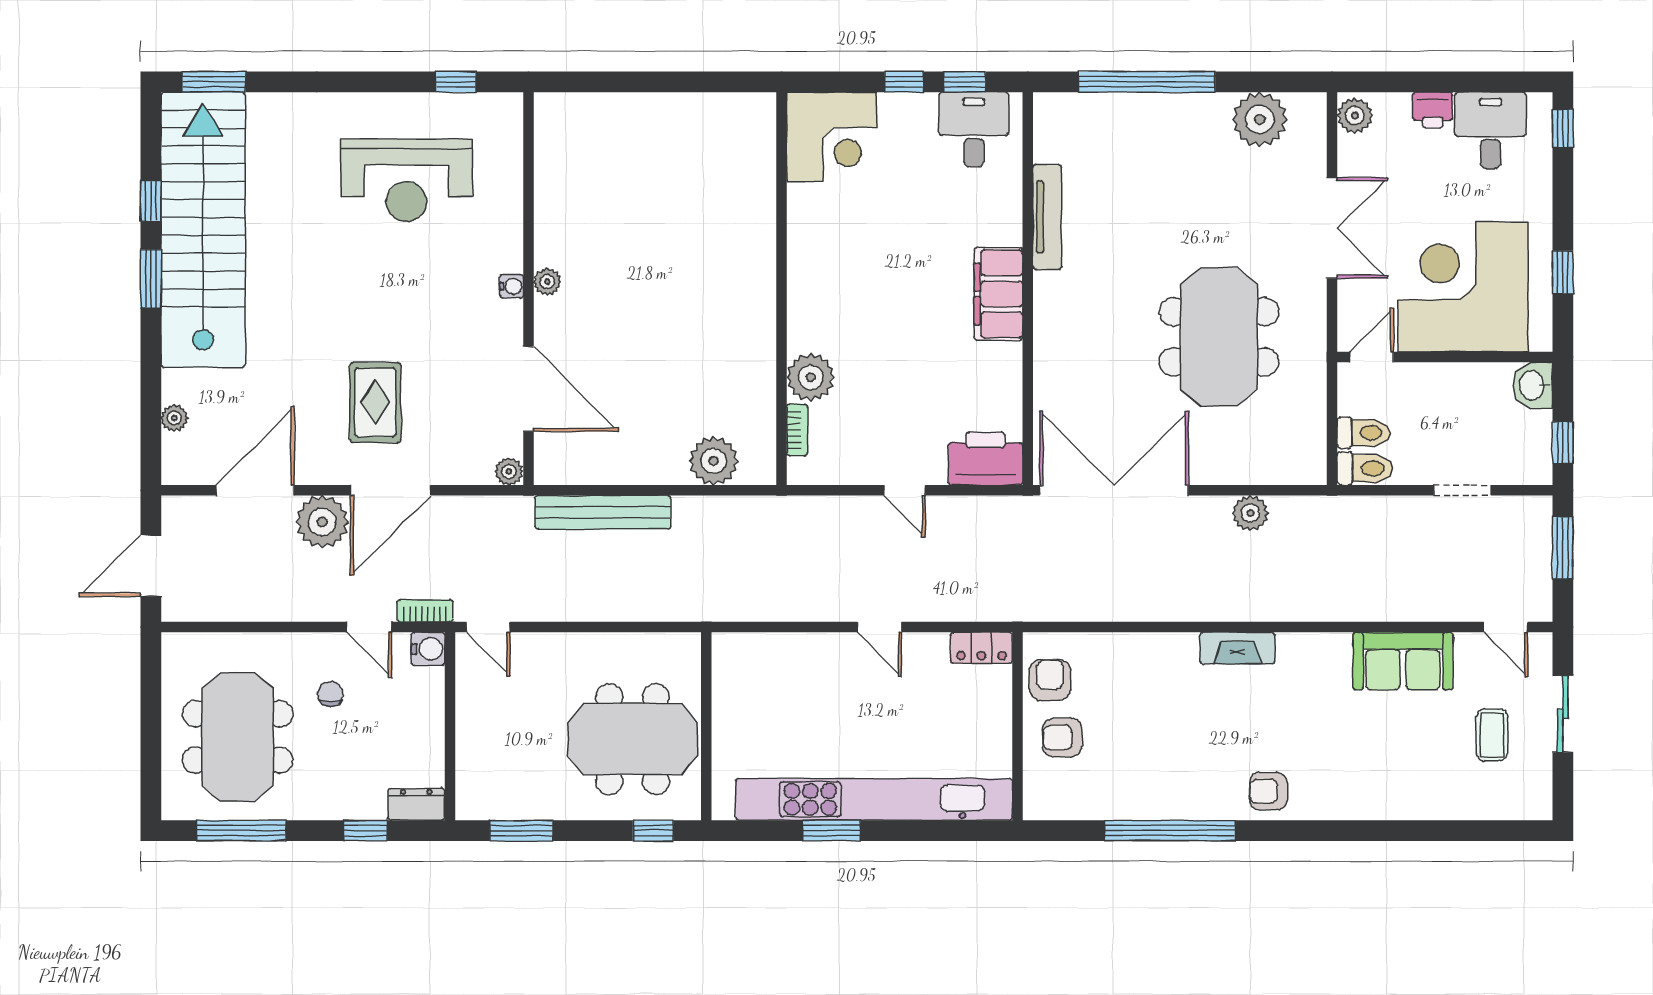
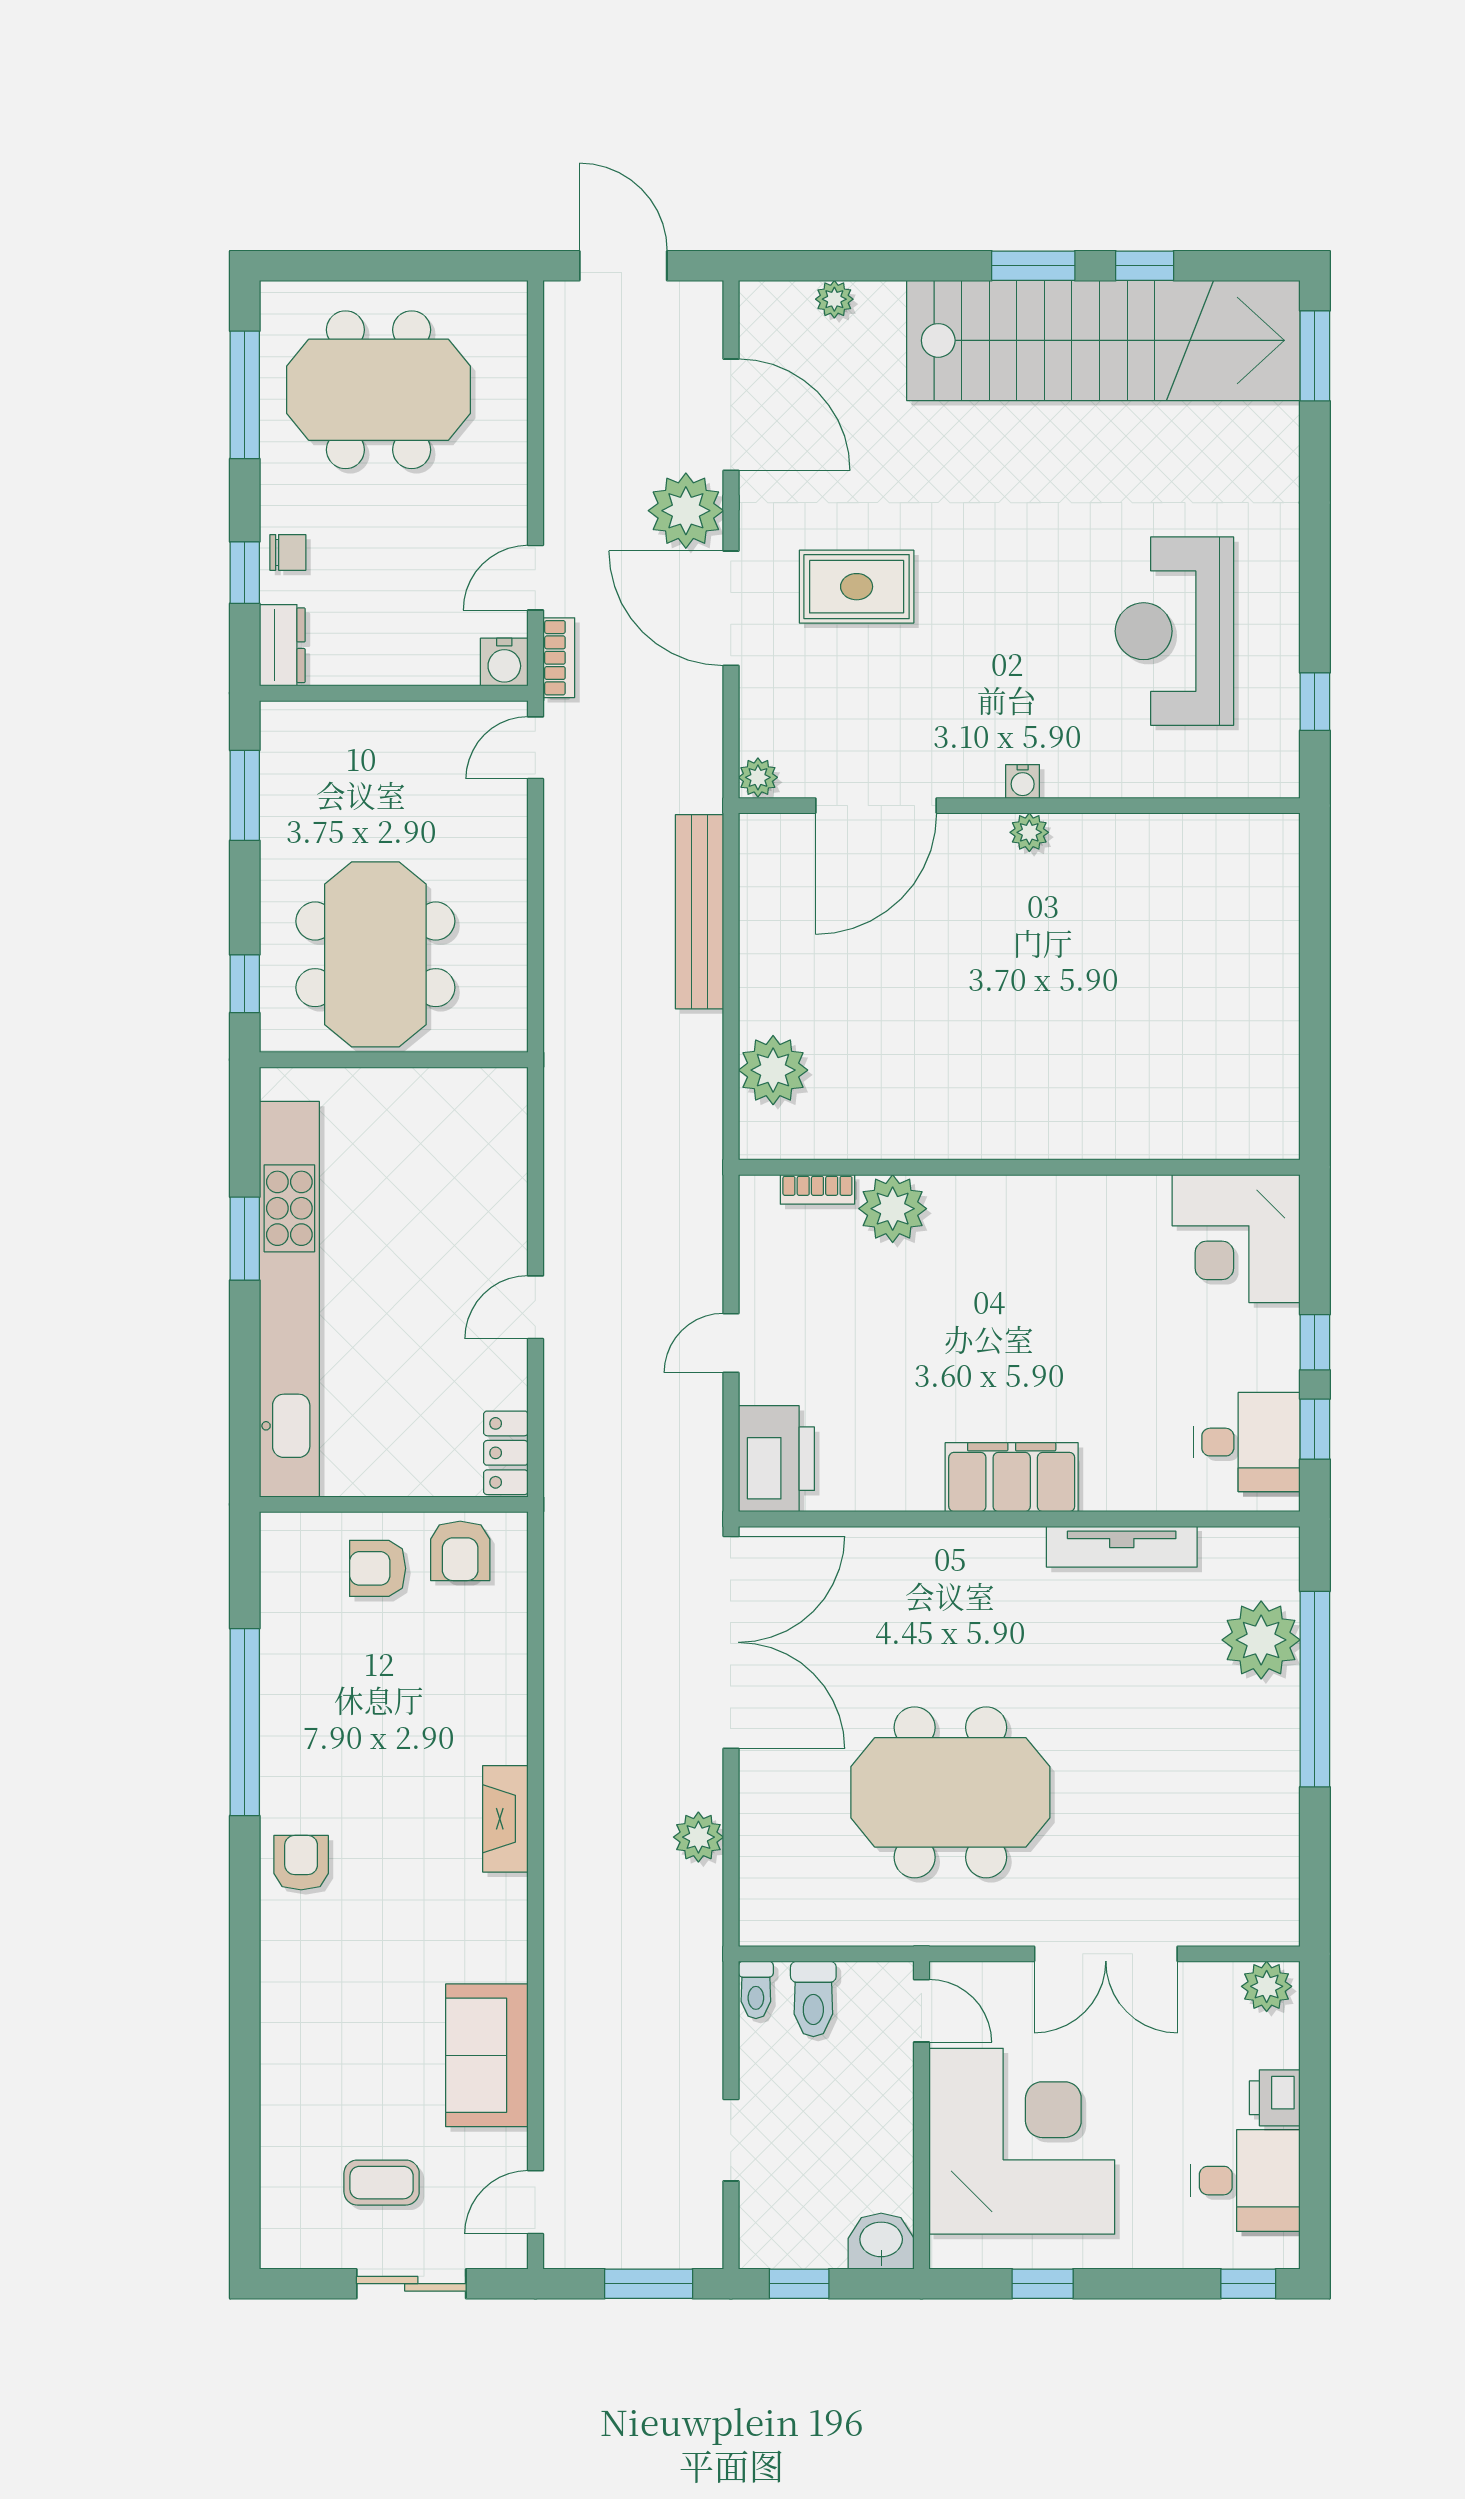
plant: (1260, 119) -> (1261, 1640), moved
toilet: (1365, 468) -> (756, 1990), width x0.73, depth x0.72
armchair: (1050, 680) -> (460, 1551), turned 90
chair: (330, 694) -> (288, 552), moved
armchair: (1062, 738) -> (378, 1568), turned -90

